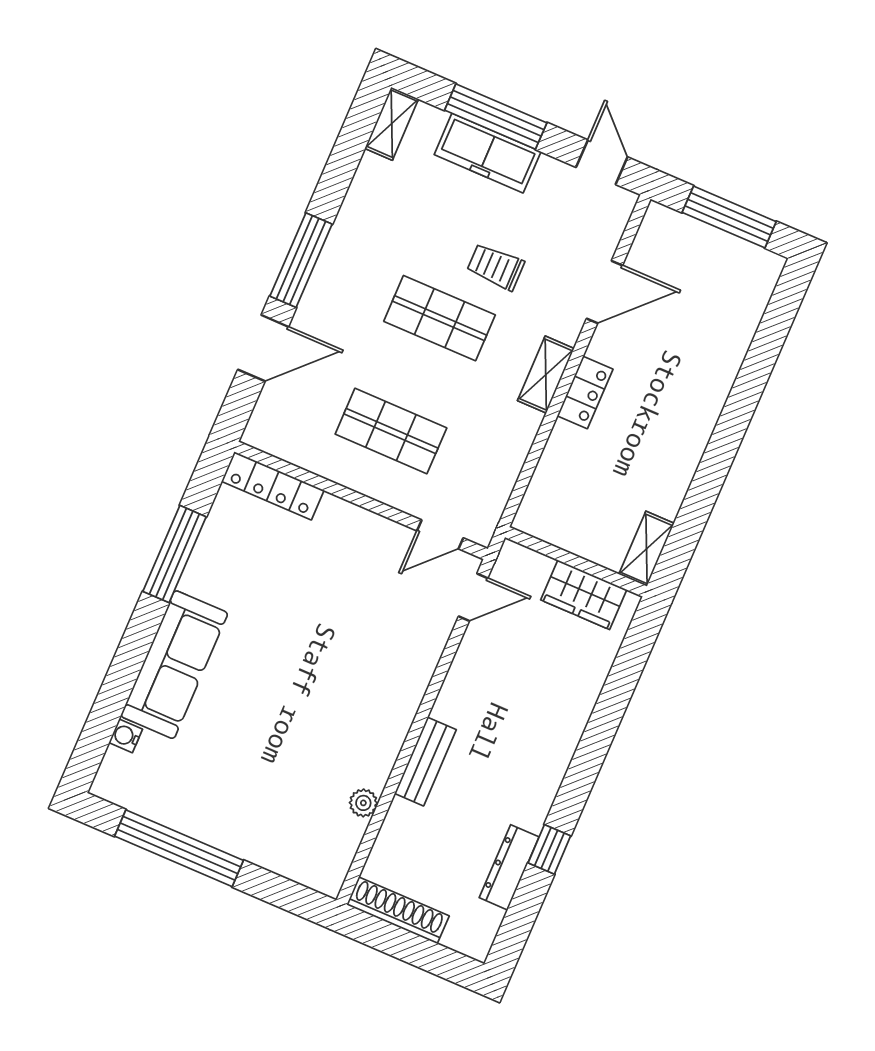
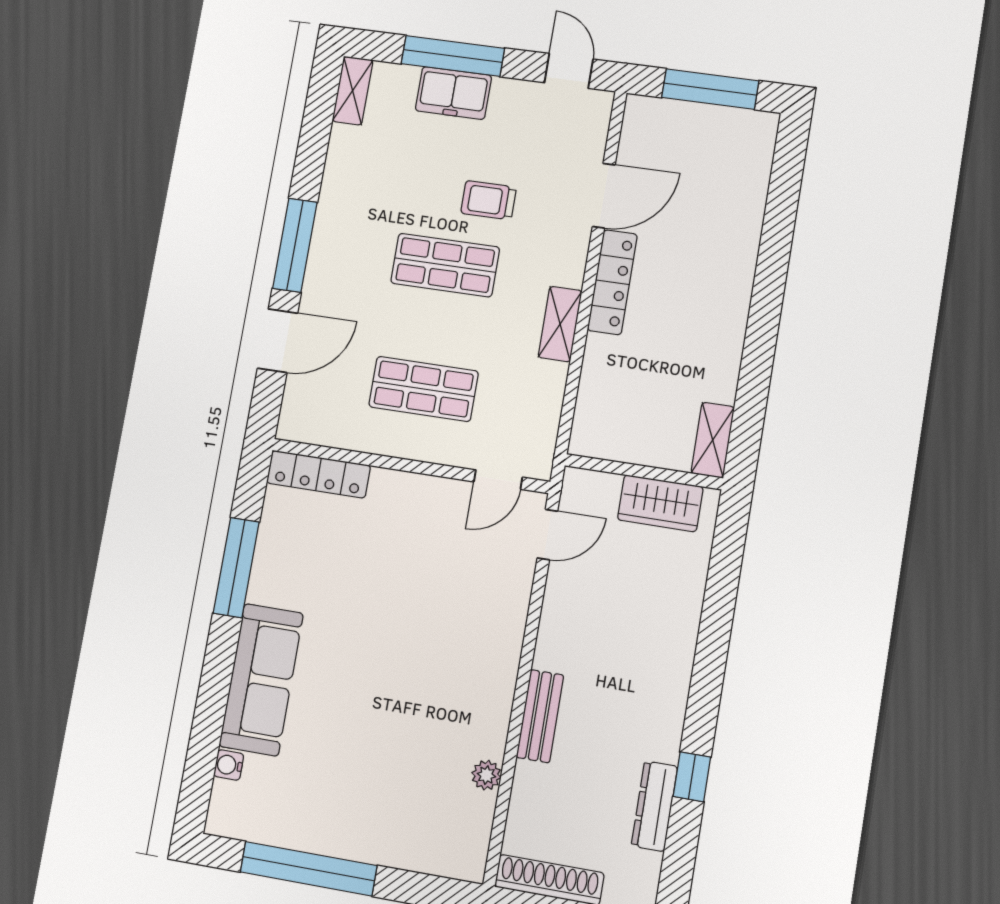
freezer: (488, 153) -> (453, 93), width x0.71
shelving: (546, 375) -> (560, 324), moved
locker: (585, 392) -> (612, 282), width x1.53

